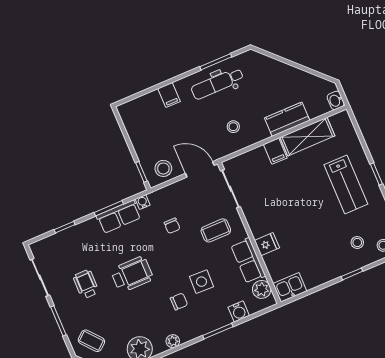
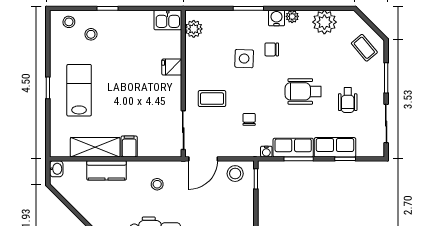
door: (200, 169) -> (203, 159), hinge flipped
row of seats: (248, 261) -> (335, 147), moved, turned -90
water cooler: (239, 311) -> (277, 18), moved

